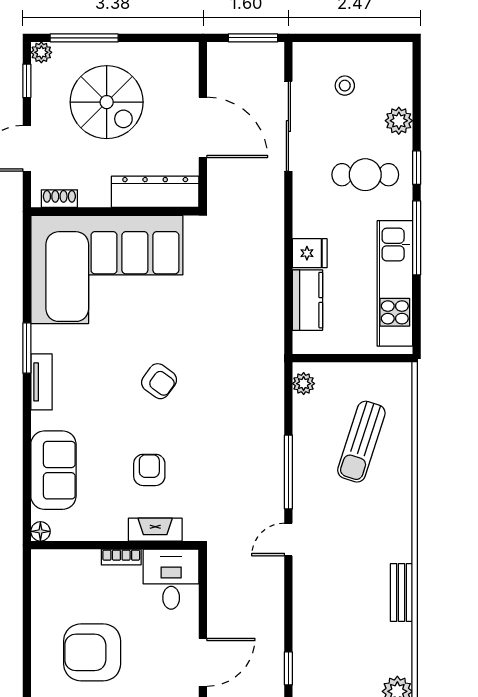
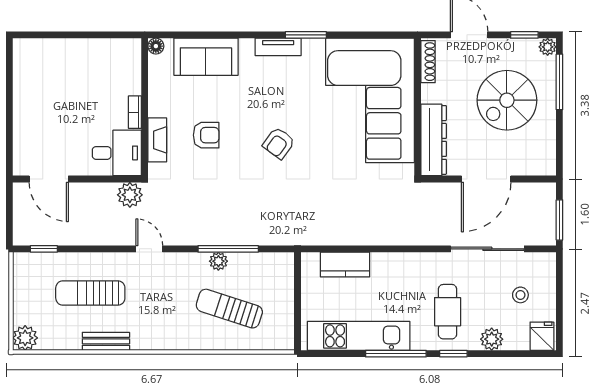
shoe rack: (59, 199) -> (428, 62), width x1.43
fridge: (310, 253) -> (542, 336), moved, turned 180
plant: (304, 384) -> (218, 261), moved
window: (288, 472) -> (228, 249), moved
plant: (222, 563) -> (130, 195), added
sun lounger: (342, 612) -> (90, 293), added
armchair: (92, 652) -> (57, 88), removed

